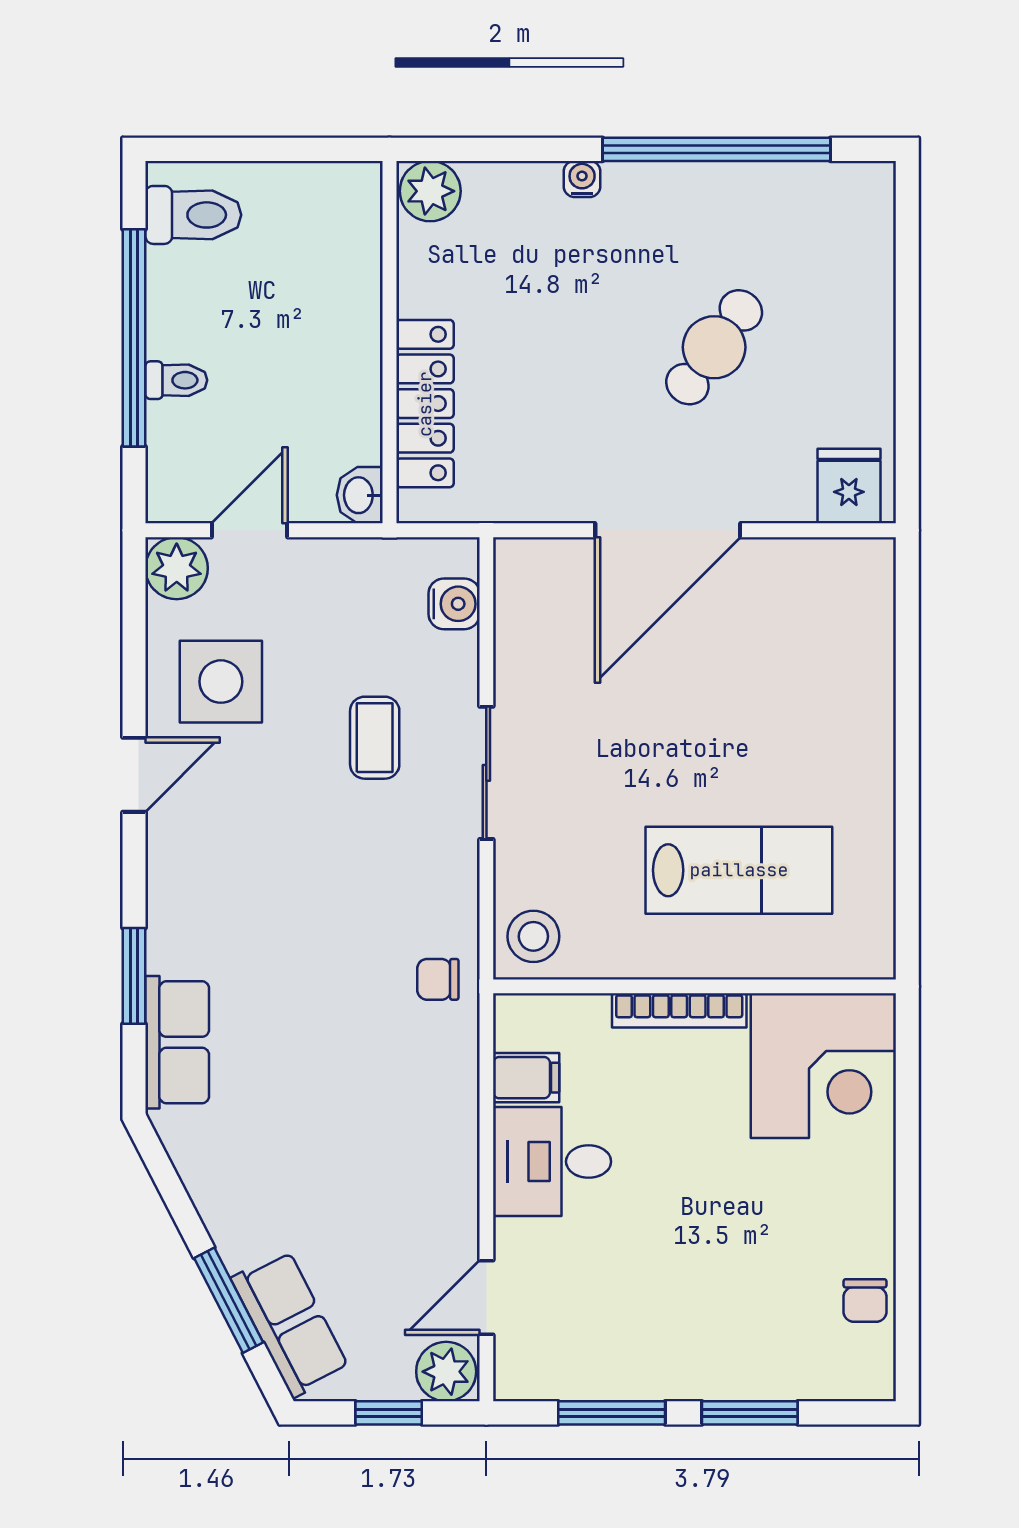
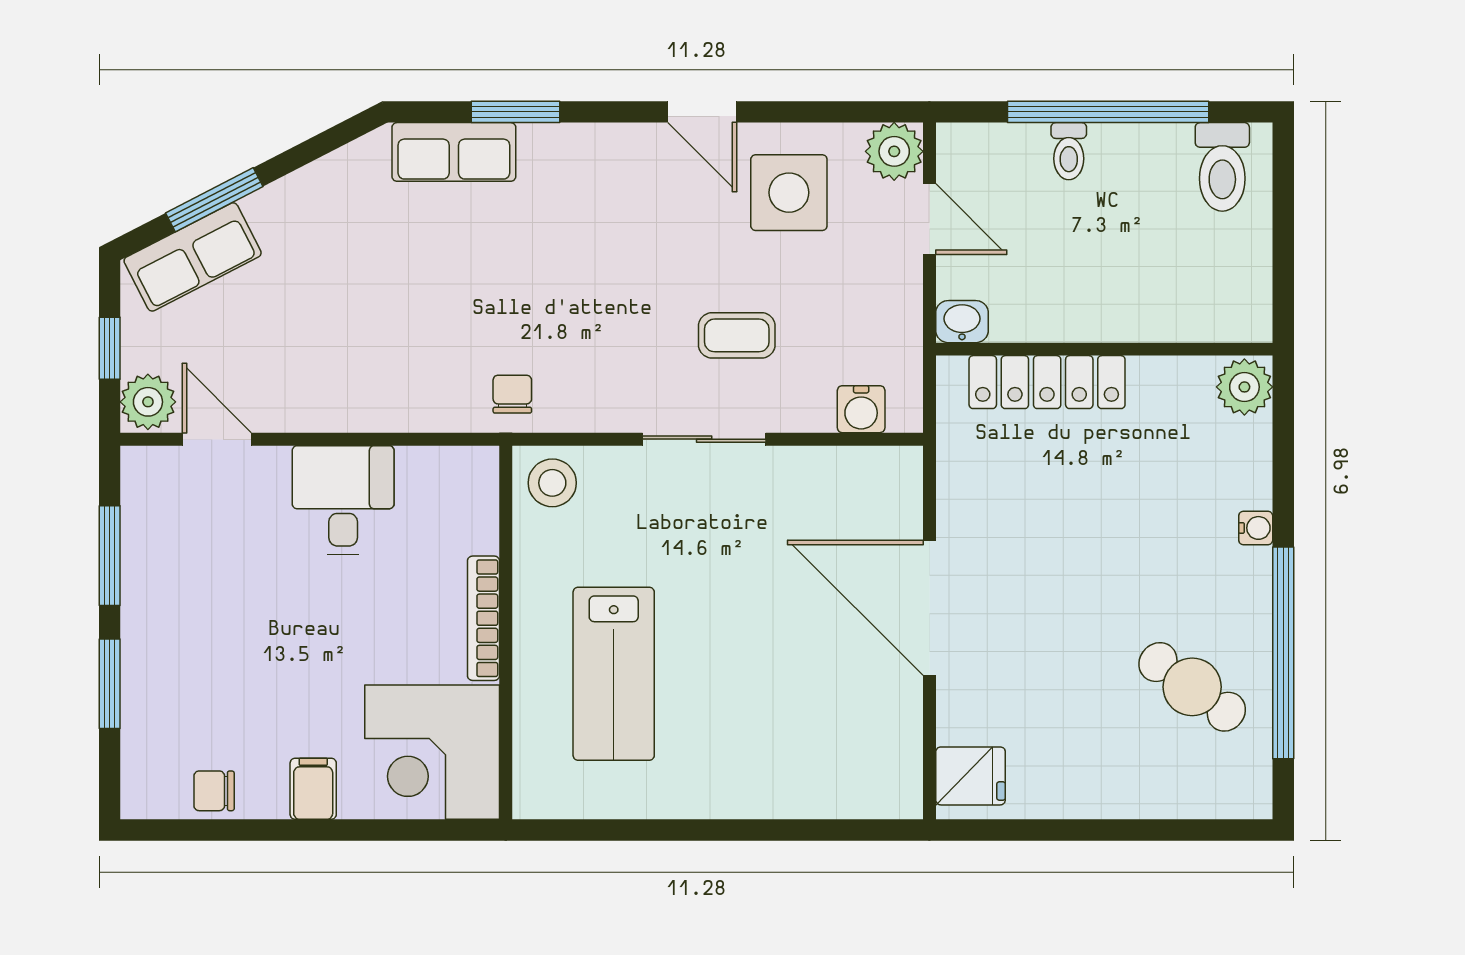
cafe table: (714, 347) -> (1192, 687), moved
filing cabinet: (526, 1078) -> (313, 789), moved, turned 180

